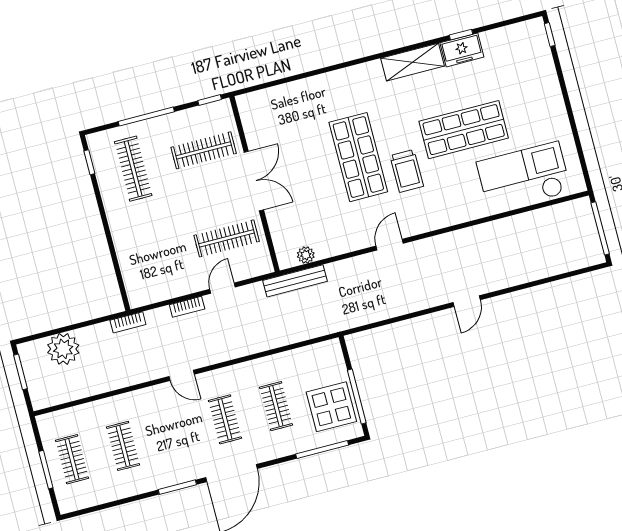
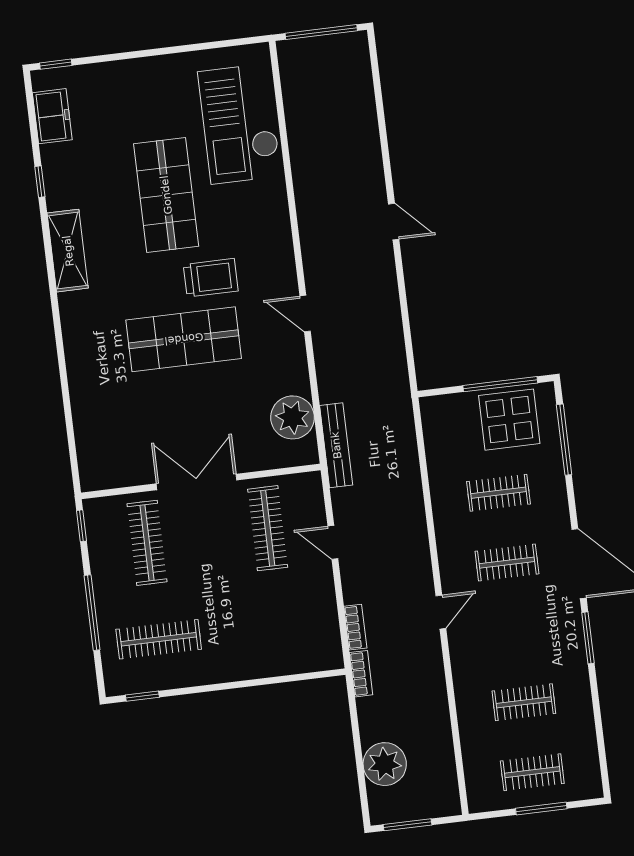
freezer: (462, 50) -> (52, 116), moved
plant: (306, 255) -> (293, 417), width x1.87, depth x1.87
bookcase: (187, 307) -> (355, 627), moved

